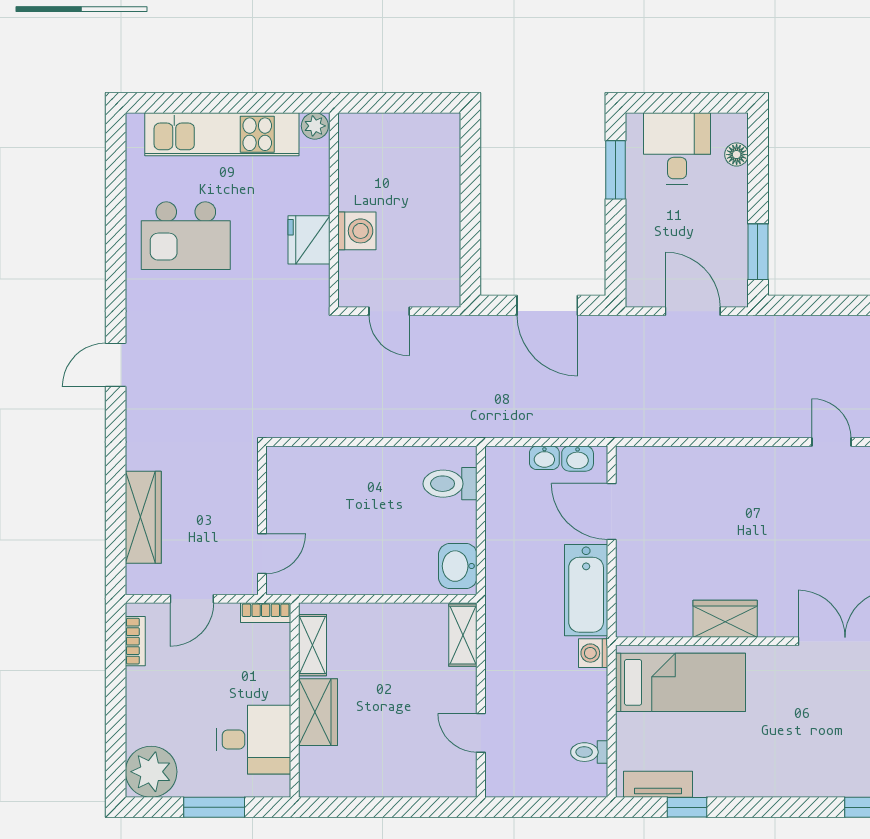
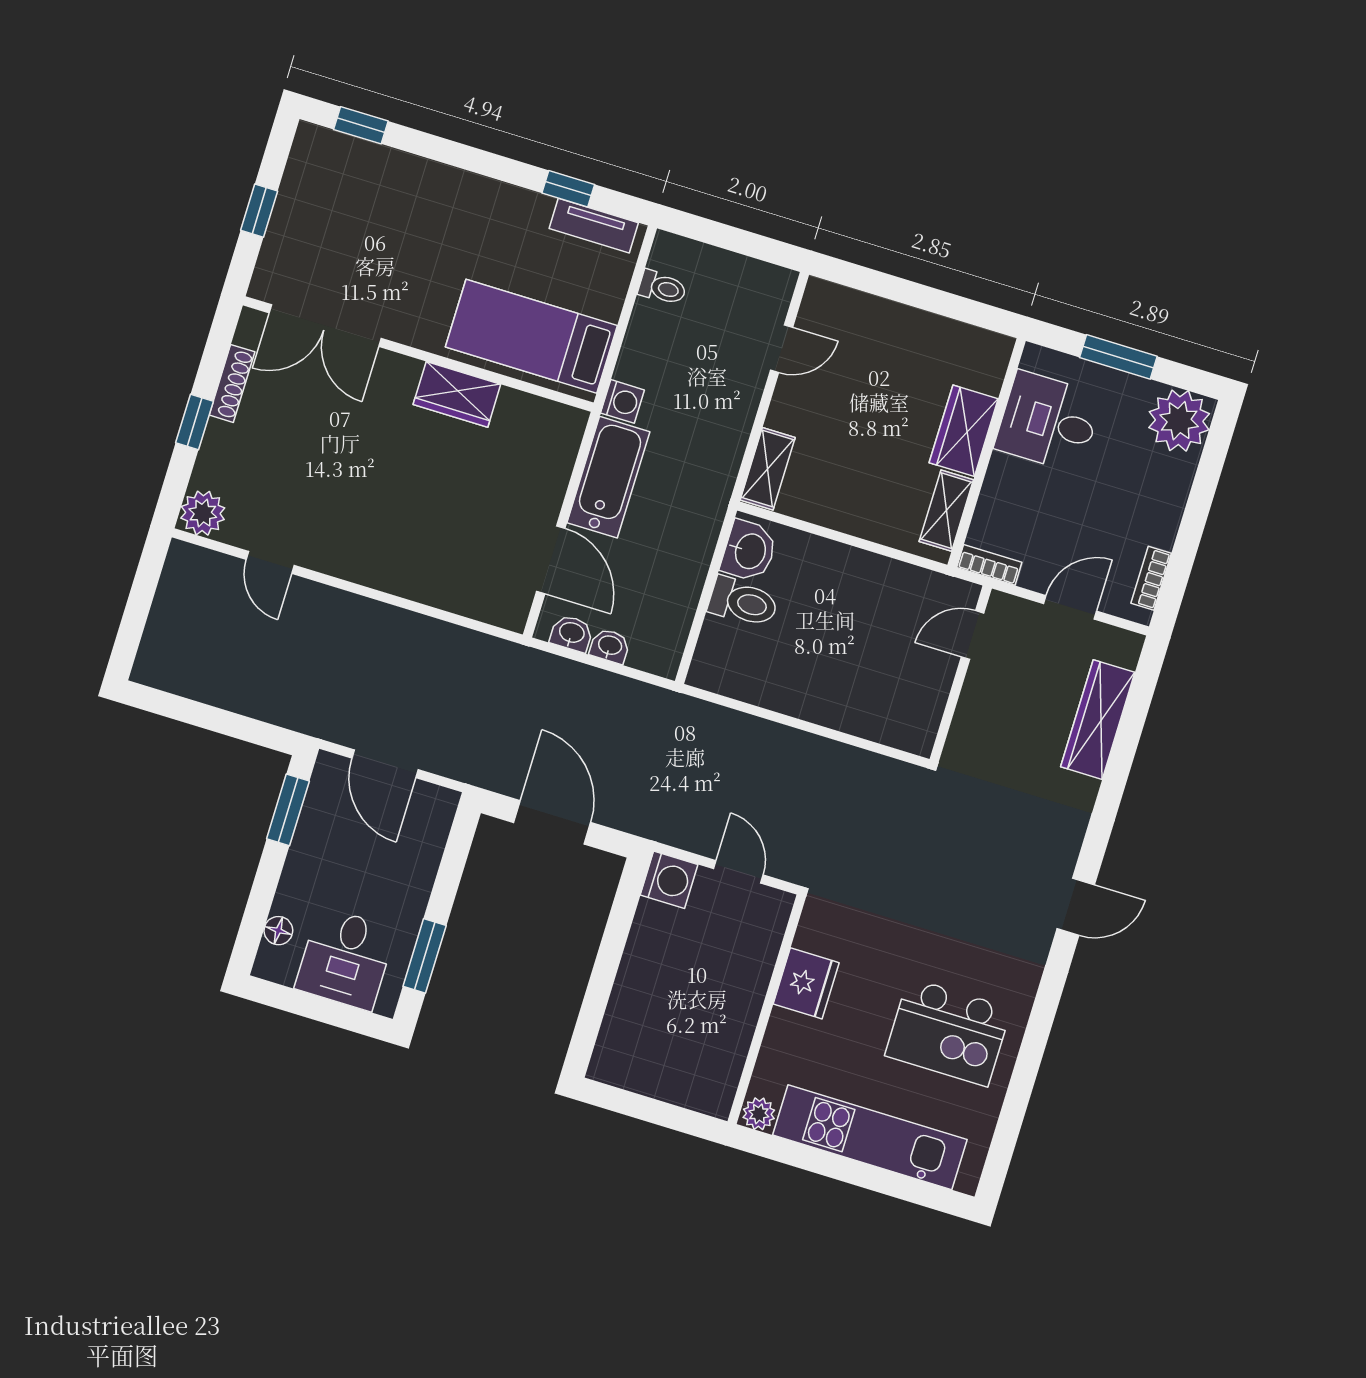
washing machine: (357, 231) -> (669, 880), moved, turned 180
kitchen island: (186, 236) -> (948, 1032), turned 180
toilet: (450, 484) -> (743, 602), moved
door: (481, 733) -> (782, 349), hinge flipped

